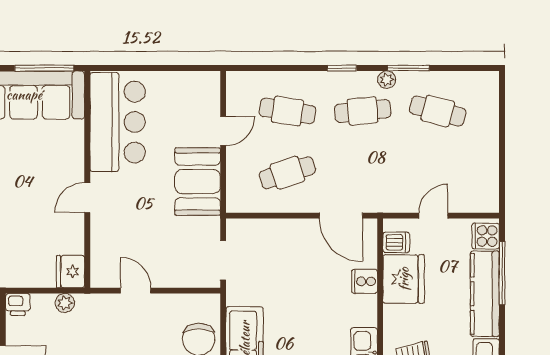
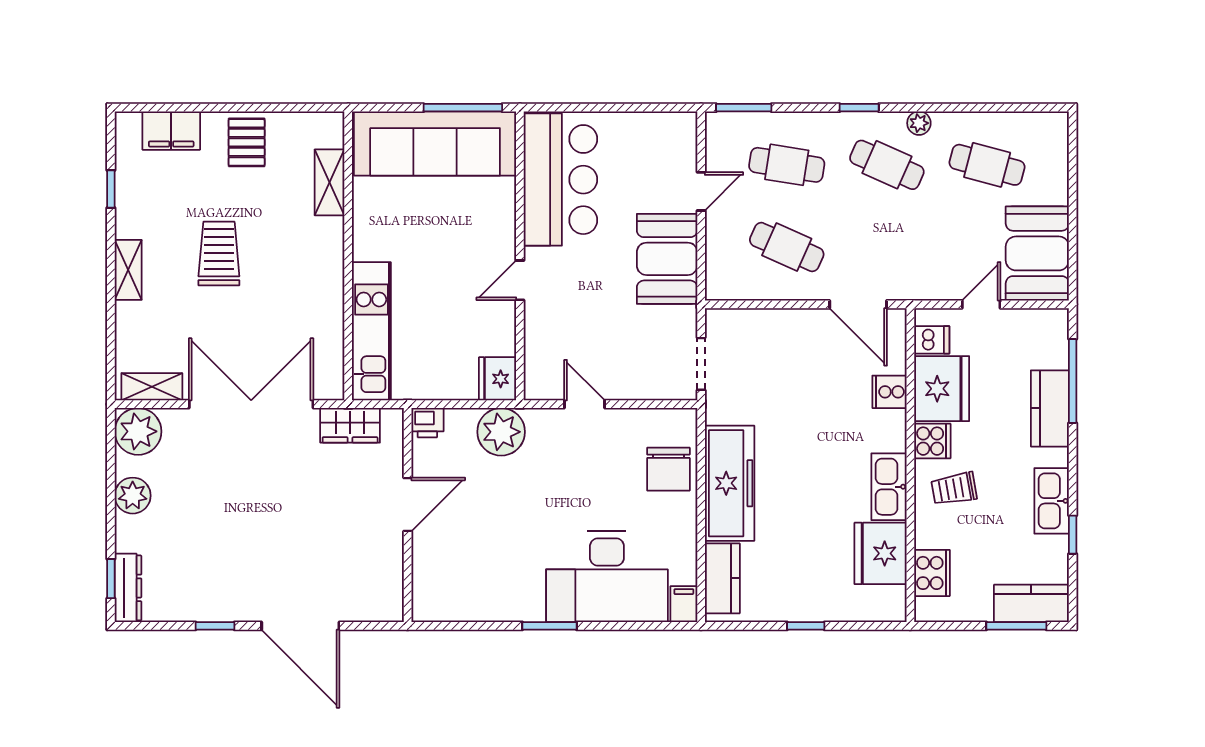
window: (408, 68) -> (744, 108), moved
cafe table: (363, 111) -> (887, 165), turned 30
cafe table: (287, 173) -> (787, 247), turned 42
booth: (475, 177) -> (1037, 253), added
cooker: (485, 236) -> (932, 441), moved, turned 180
kitchen counter: (485, 294) -> (1050, 408), width x0.67
plant: (65, 303) -> (501, 432), width x1.87, depth x1.87

